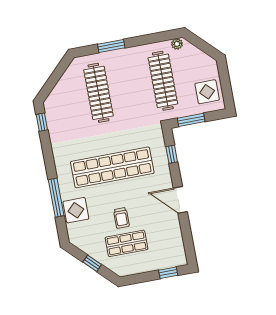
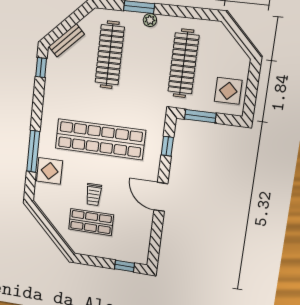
plant: (177, 44) -> (150, 20), moved
bench: (58, 92) -> (67, 40), added
window: (92, 263) -> (50, 230), removed

